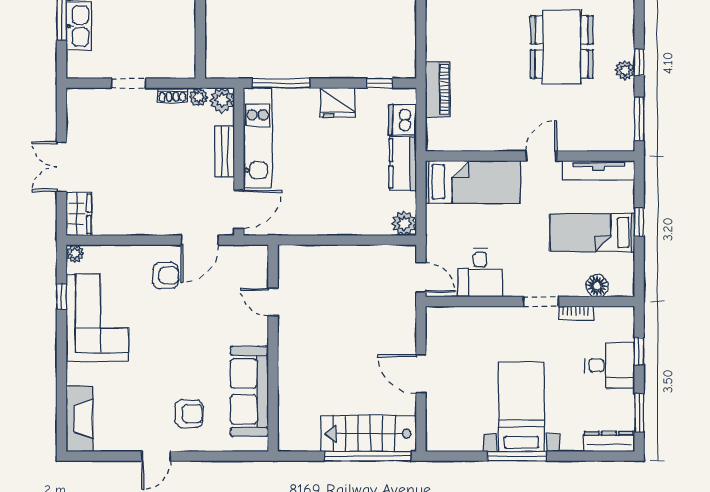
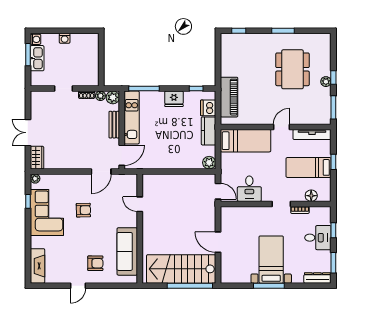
piano: (438, 89) -> (229, 97), width x1.37, depth x1.33
armchair: (166, 275) -> (83, 210), moved
stairs: (368, 434) -> (181, 269), width x1.36, depth x1.51

